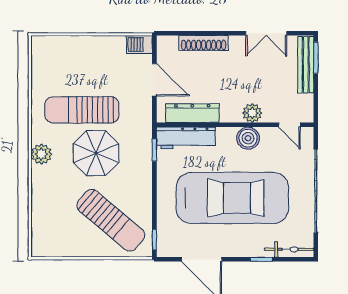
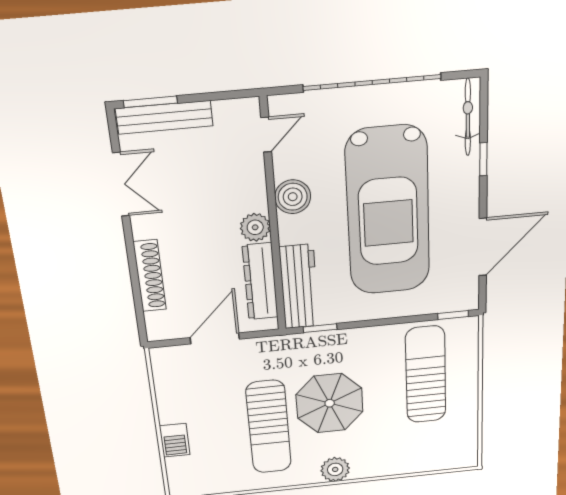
barbecue: (139, 45) -> (175, 440), moved
plant: (252, 113) -> (255, 227), moved
car: (232, 198) -> (388, 211), turned 180
sun lounger: (111, 220) -> (426, 375), turned -40

